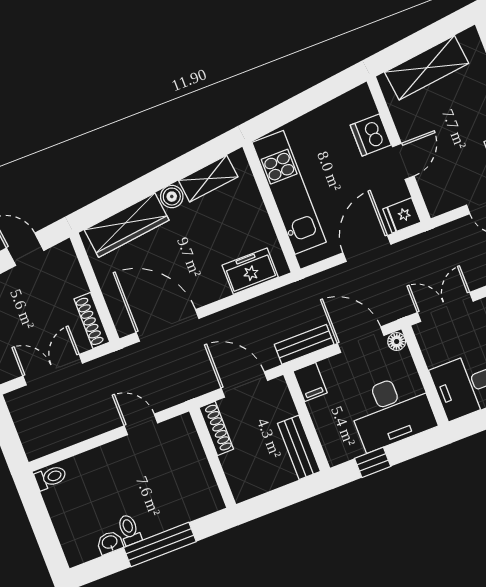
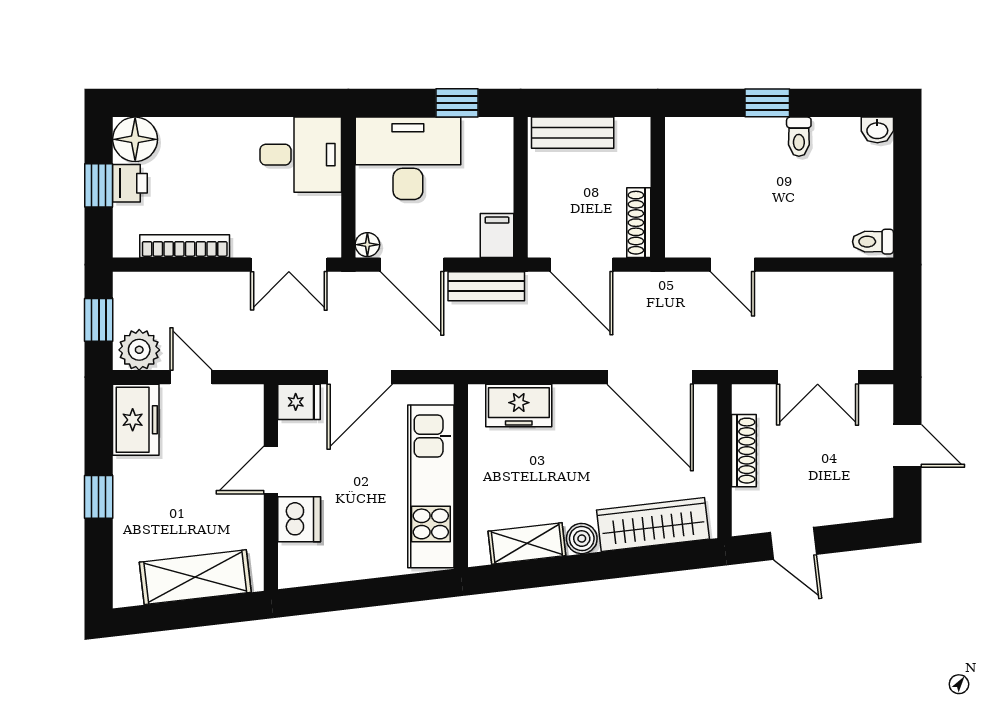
shoe rack: (92, 321) -> (744, 451), moved
bench: (299, 447) -> (573, 133), moved, turned 90
washbasin: (110, 543) -> (877, 130), moved
window: (160, 545) -> (767, 103), width x0.46

